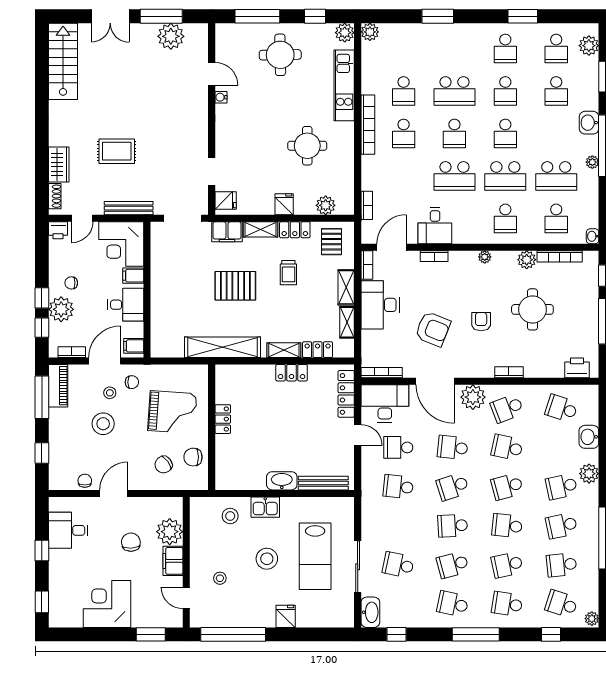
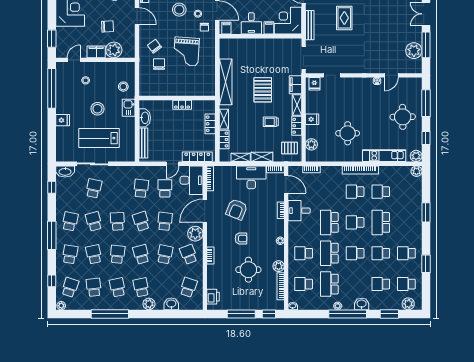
locker: (223, 419) -> (182, 105), moved
wall: (212, 427) -> (177, 98), moved

